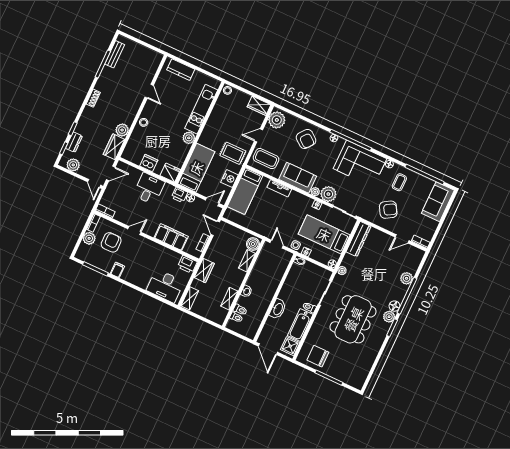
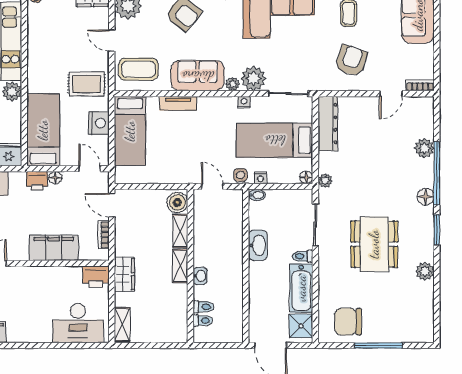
door: (259, 135) -> (112, 41), hinge flipped
door: (212, 202) -> (89, 169), hinge flipped
armchair: (388, 210) -> (351, 61), turned -40
shelving: (229, 299) -> (180, 266), moved
washbasin: (278, 309) -> (258, 245), moved
plant: (389, 317) -> (425, 271), moved
dining table: (353, 319) -> (374, 244), width x0.73, depth x0.80

